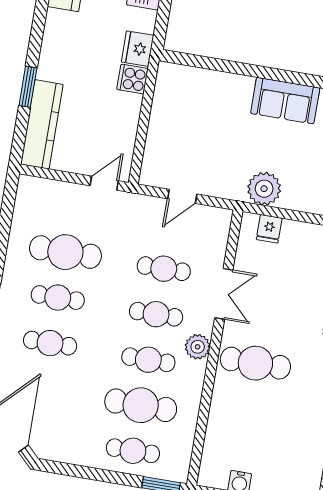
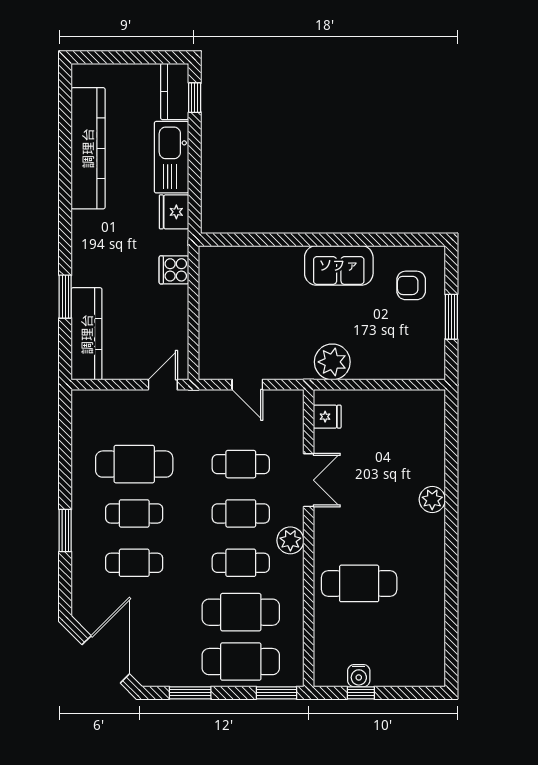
fridge: (138, 49) -> (174, 212), moved
door: (182, 196) -> (247, 385), hinge flipped
fridge: (269, 229) -> (327, 417), moved, turned -90
cafe table: (255, 363) -> (359, 583), moved
cafe table: (133, 451) -> (241, 662), width x1.37, depth x1.35
window: (81, 472) -> (190, 693), added

